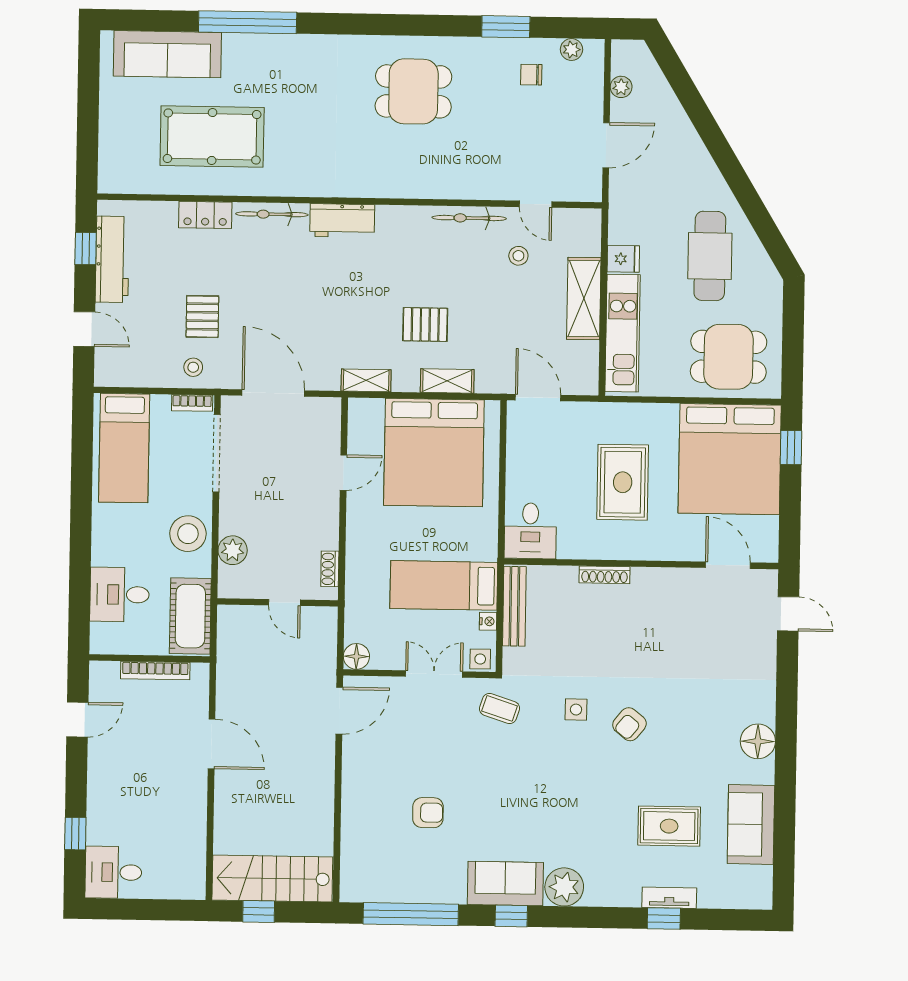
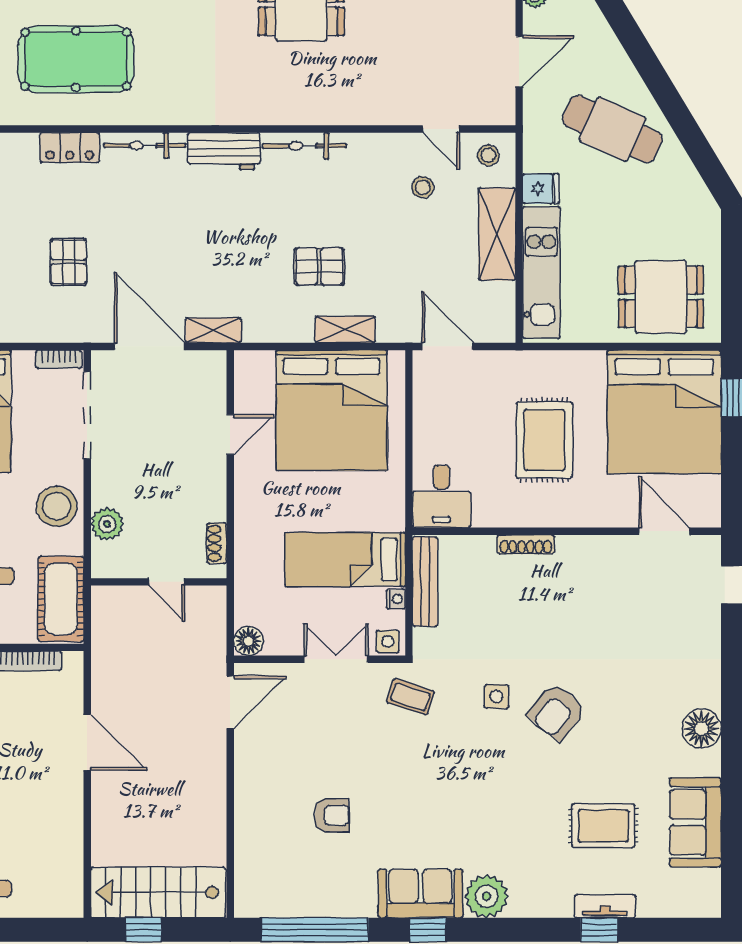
bicycle: (469, 218) -> (304, 146), moved
cafe table: (710, 256) -> (612, 129), moved, turned -65
stool: (193, 367) -> (488, 155), moved
shelving: (366, 380) -> (213, 330), moved
armchair: (629, 724) -> (557, 712), width x1.38, depth x1.38

